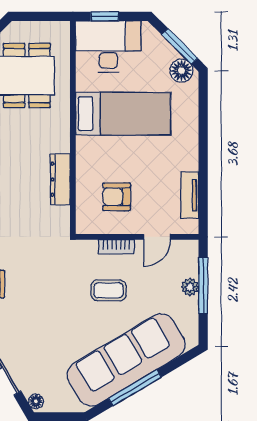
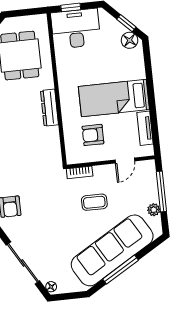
window: (180, 46) -> (126, 23), width x0.67
bed: (123, 114) -> (114, 98), moved, turned 180
dresser: (60, 179) -> (49, 108), moved
bookcase: (116, 247) -> (80, 172), moved
plant: (190, 287) -> (154, 210), moved

